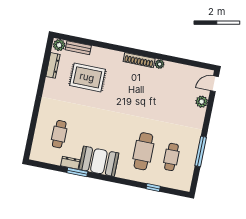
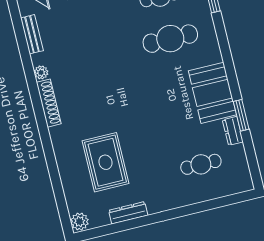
bench: (78, 48) -> (32, 34), moved
dresser: (53, 65) -> (128, 213), moved

